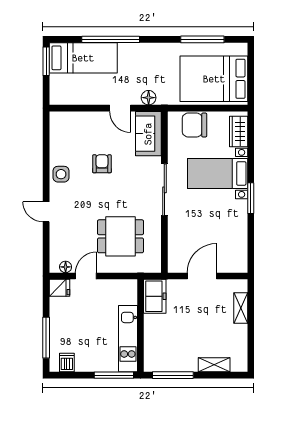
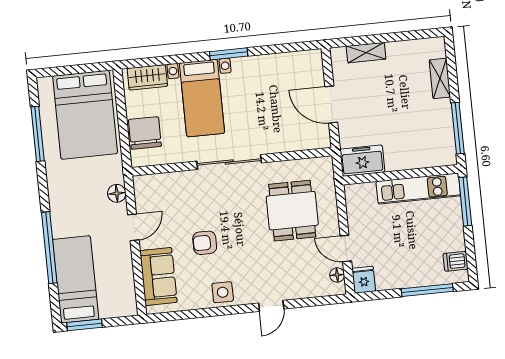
chair: (194, 125) -> (145, 133), turned 180
sofa: (148, 134) -> (158, 276), moved, turned -90

